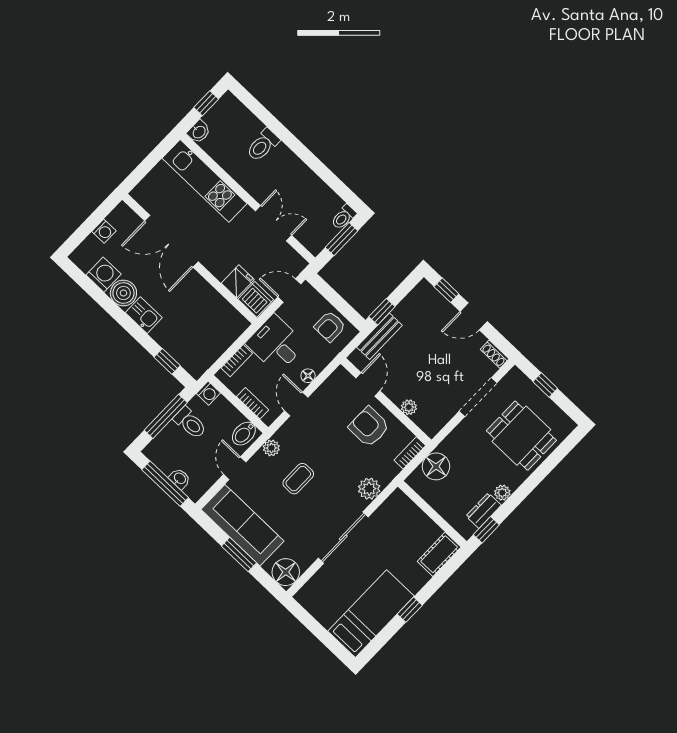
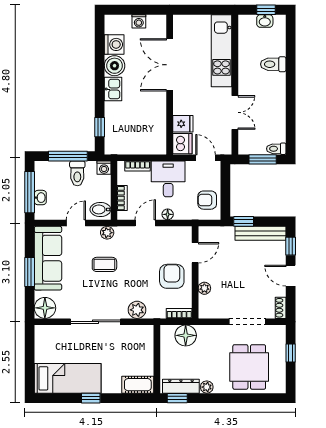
washbasin: (199, 132) -> (265, 21), moved
bench: (379, 336) -> (260, 233), moved, width x1.36
dresser: (484, 511) -> (181, 386), width x1.44

